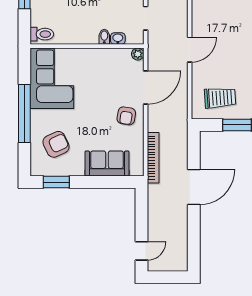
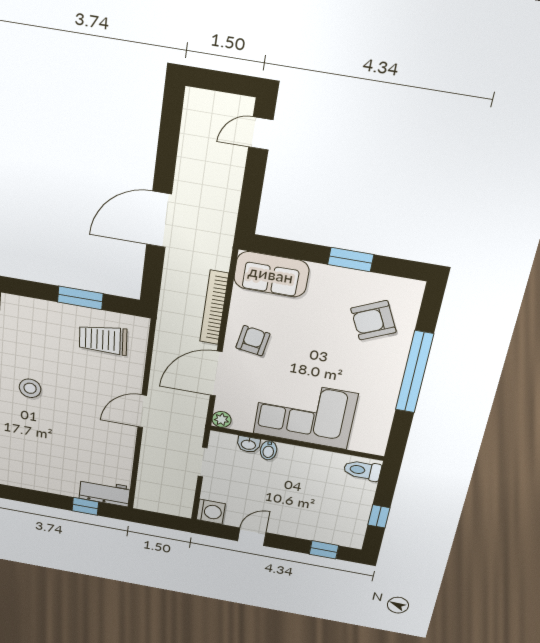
corner sofa: (52, 78) -> (305, 414), moved, turned 90
bookcase: (153, 158) -> (214, 308), moved
sofa: (107, 164) -> (271, 274), moved
window: (56, 182) -> (351, 259), moved

